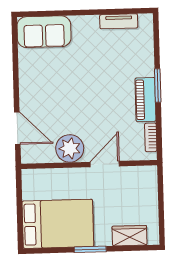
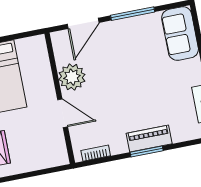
window: (16, 76) -> (133, 14), added
piano: (146, 100) -> (149, 139), moved

